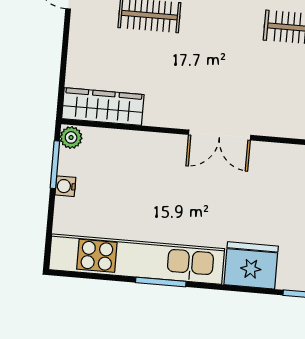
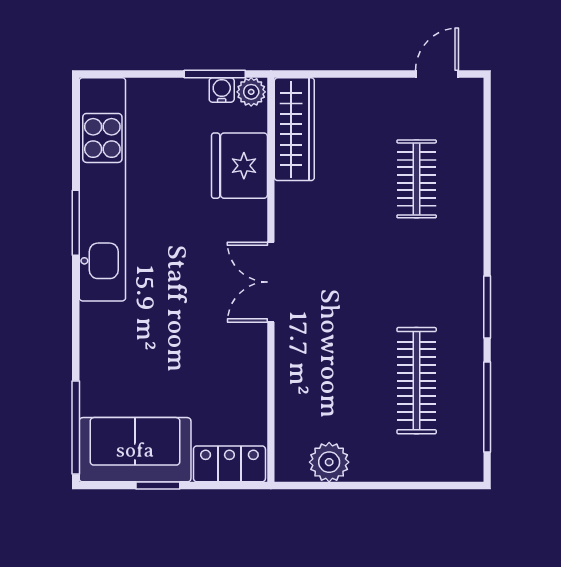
water cooler: (65, 186) -> (222, 90), moved
fridge: (251, 265) -> (240, 166), moved, turned 180

